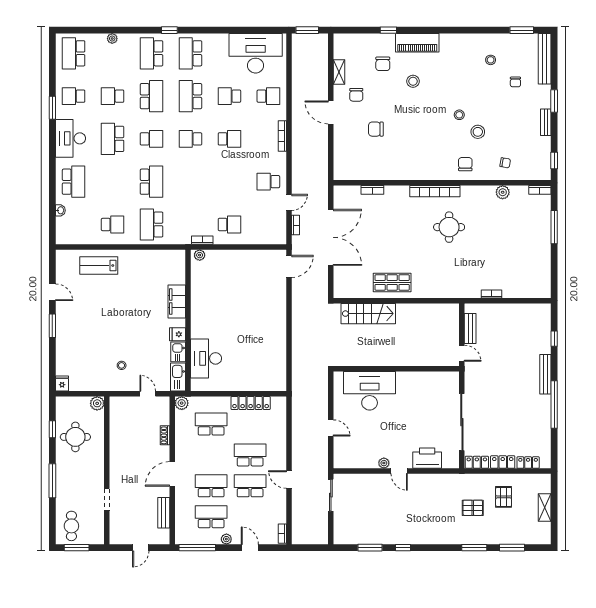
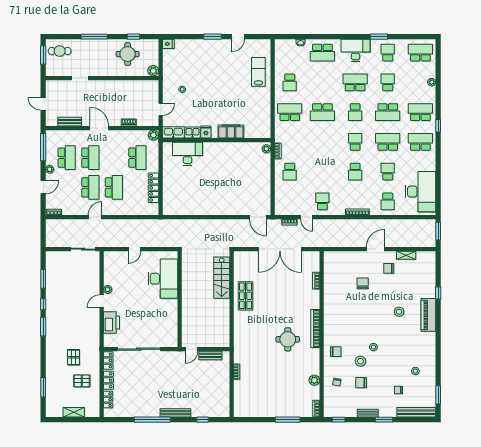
chair: (383, 64) -> (361, 383), moved
window: (474, 548) -> (43, 327), moved

